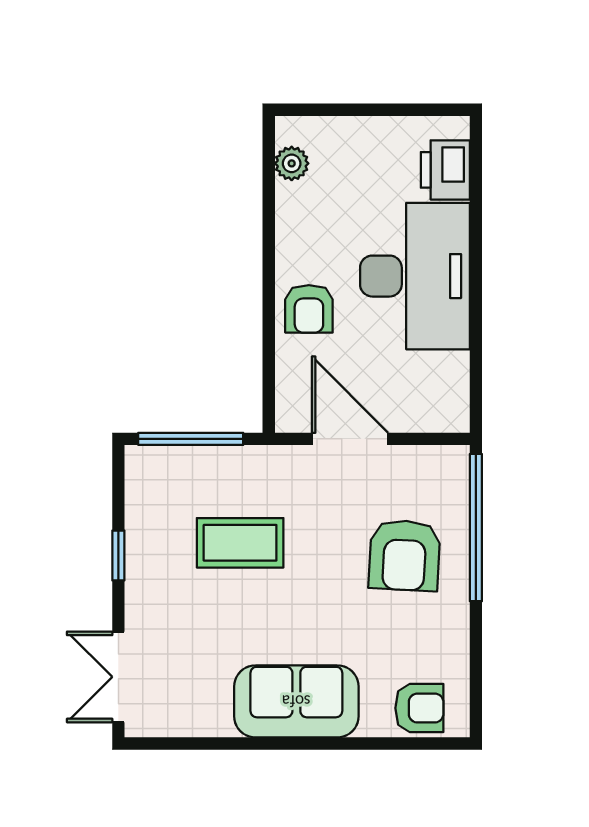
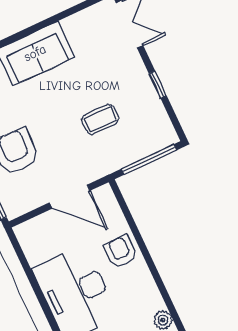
coffee table: (240, 543) -> (100, 119), width x0.73, depth x0.77

